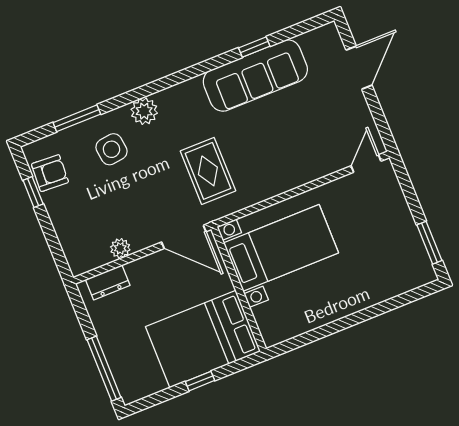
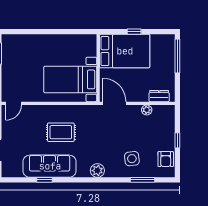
plant: (144, 111) -> (97, 171), moved
rug: (208, 171) -> (61, 132), moved, turned 90
armchair: (50, 173) -> (166, 159), turned -93
window: (33, 192) -> (177, 140), moved

